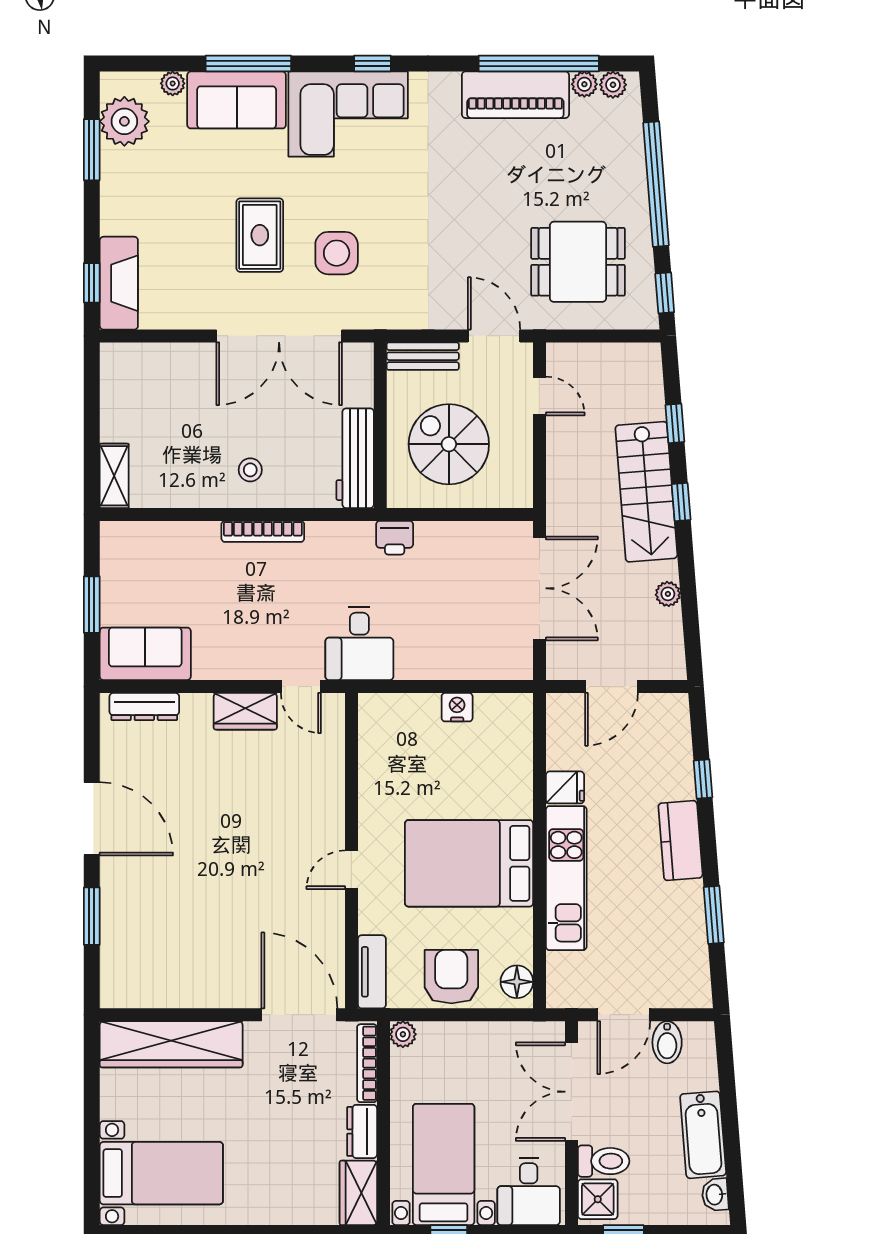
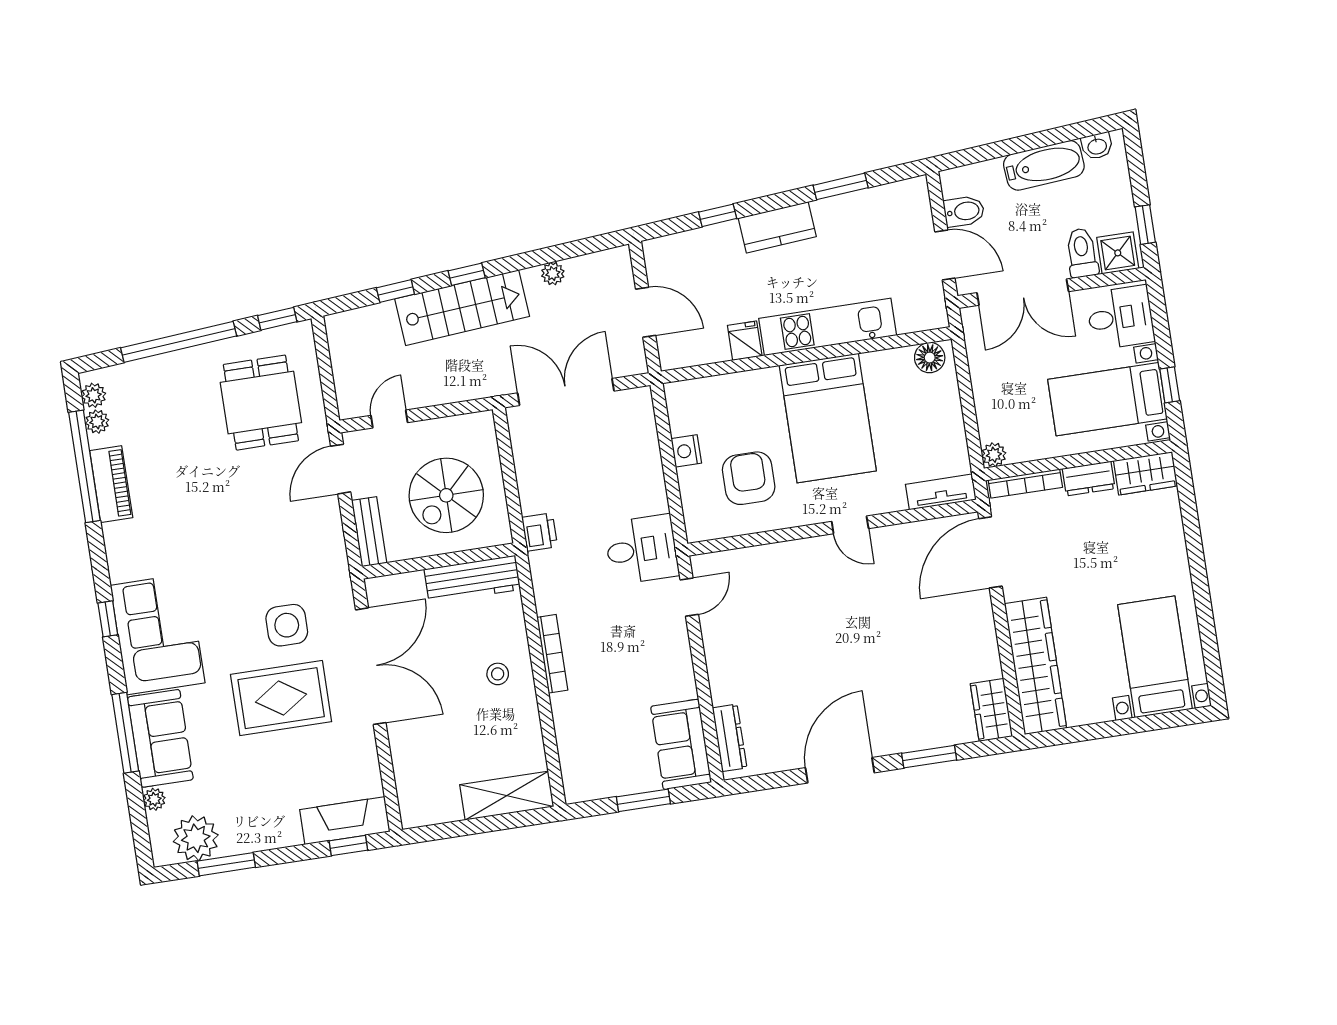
piano: (515, 95) -> (111, 484), width x0.73, depth x0.75
rug: (260, 235) -> (281, 698), width x1.36, depth x1.43
shelving: (114, 476) -> (507, 796), width x1.50, depth x1.33
wardrobe: (245, 711) -> (991, 710), moved, turned 180
armchair: (451, 977) -> (749, 478), moved, turned 90

